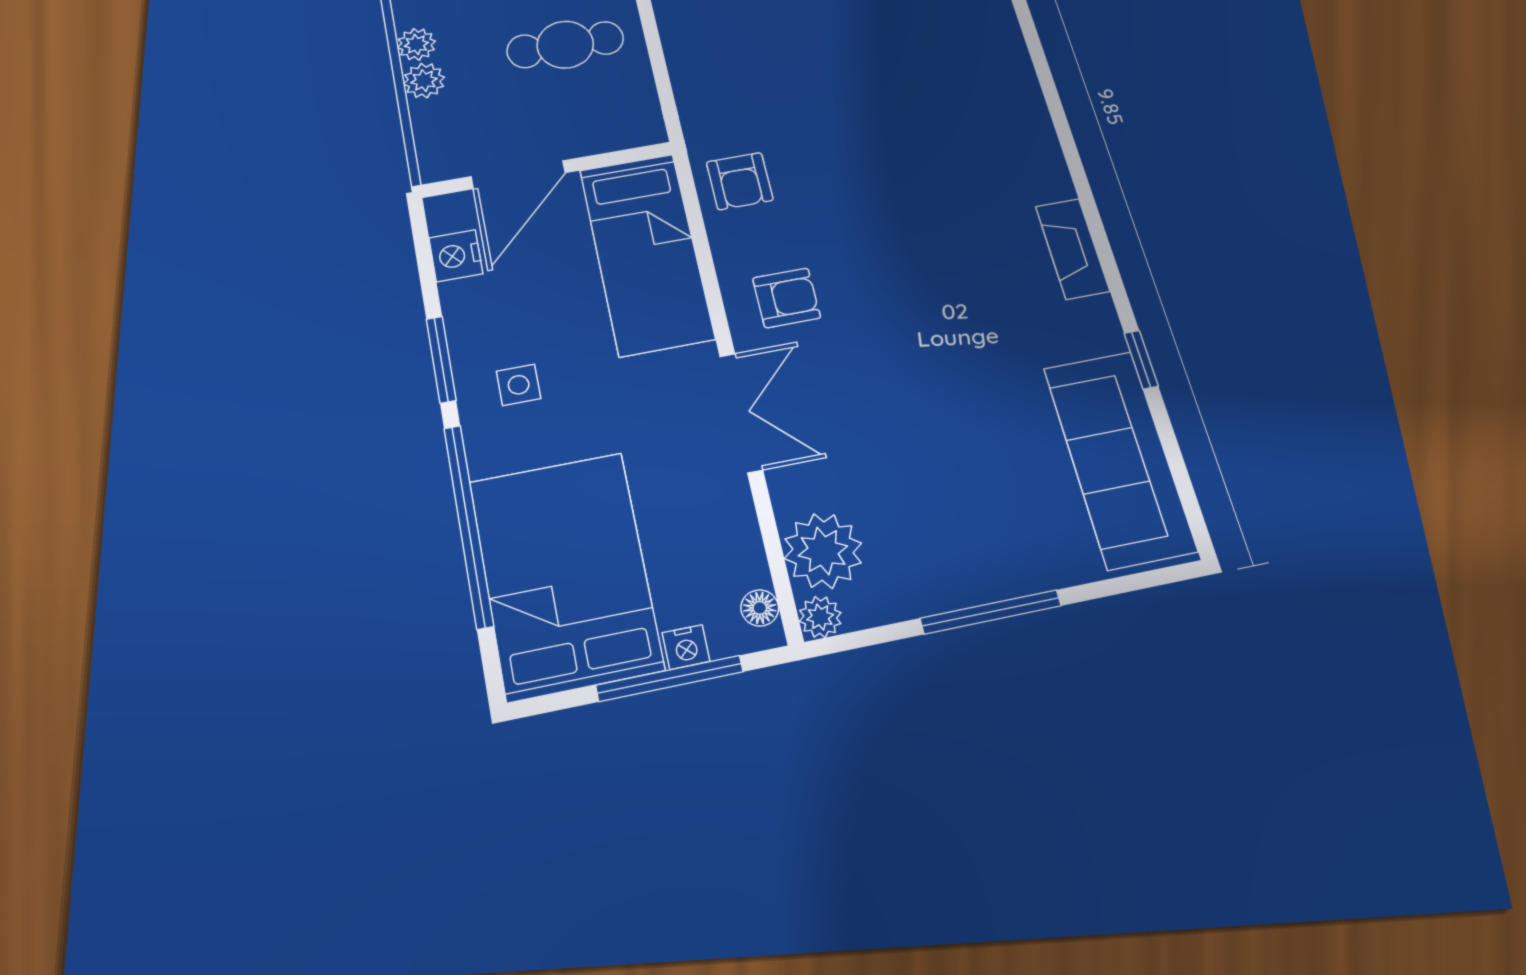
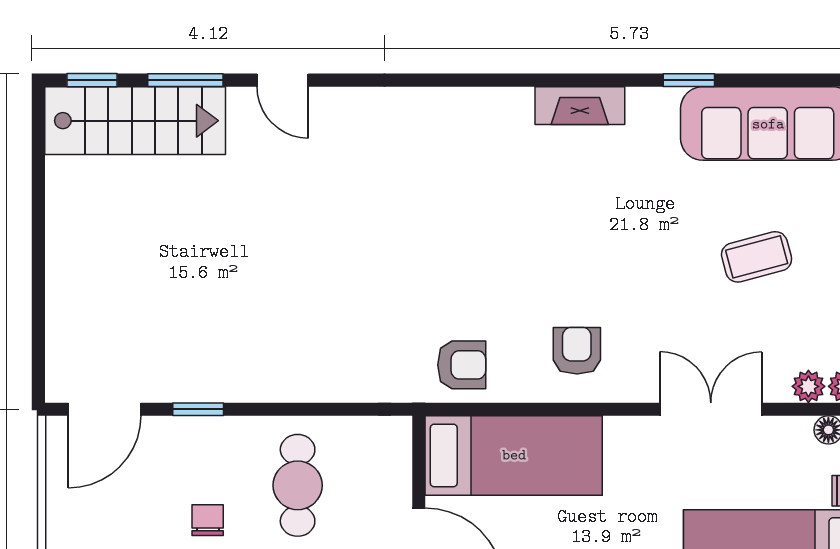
double door: (741, 413) -> (711, 409), moved
coffee table: (954, 478) -> (757, 257), added
plant: (823, 551) -> (808, 386), width x0.53, depth x0.53

